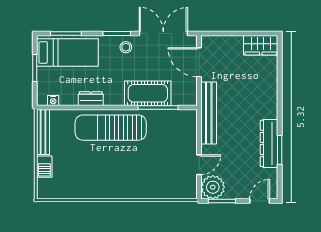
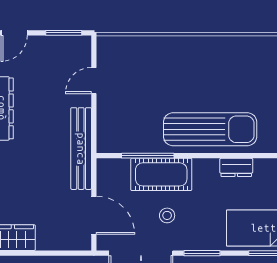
stool: (126, 47) -> (167, 215), moved
plant: (213, 187) -> (76, 51), removed

